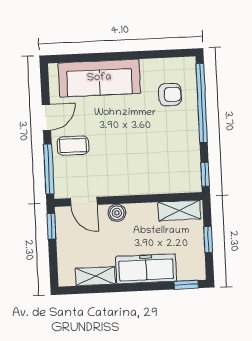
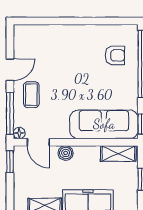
sofa: (99, 78) -> (104, 124), moved, turned 180
coffee table: (73, 146) -> (31, 95), turned 90
floor lamp: (61, 192) -> (19, 133), added

